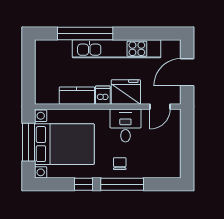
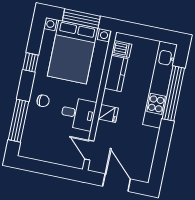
kitchen unit: (117, 49) -> (160, 85), moved
fridge: (126, 92) -> (108, 114), width x0.53, depth x0.75
dishwasher: (103, 95) -> (122, 49), moved
window: (122, 184) -> (19, 121), moved

